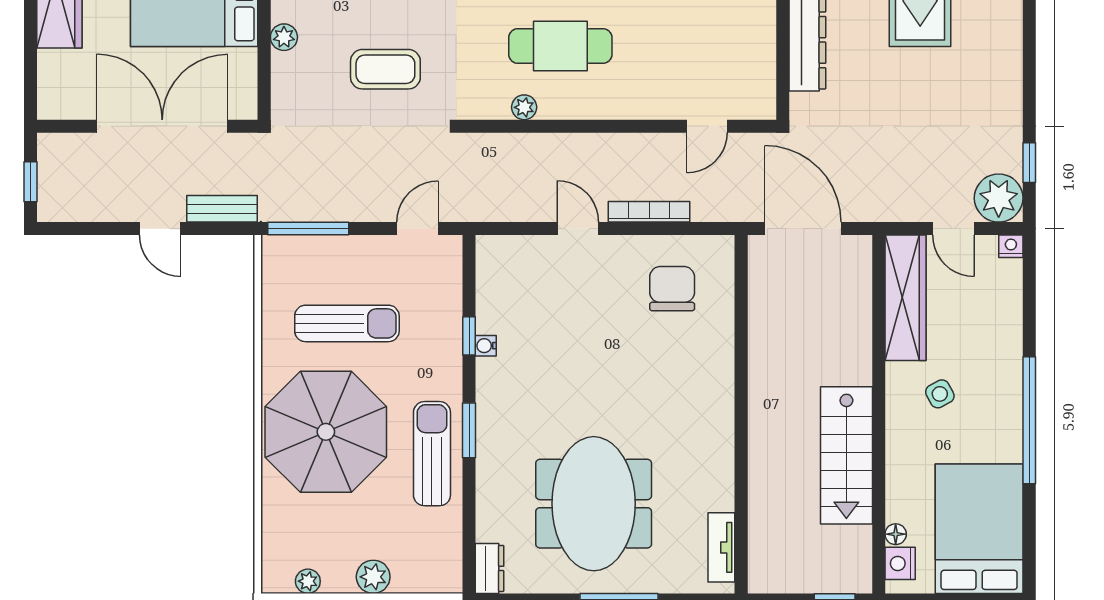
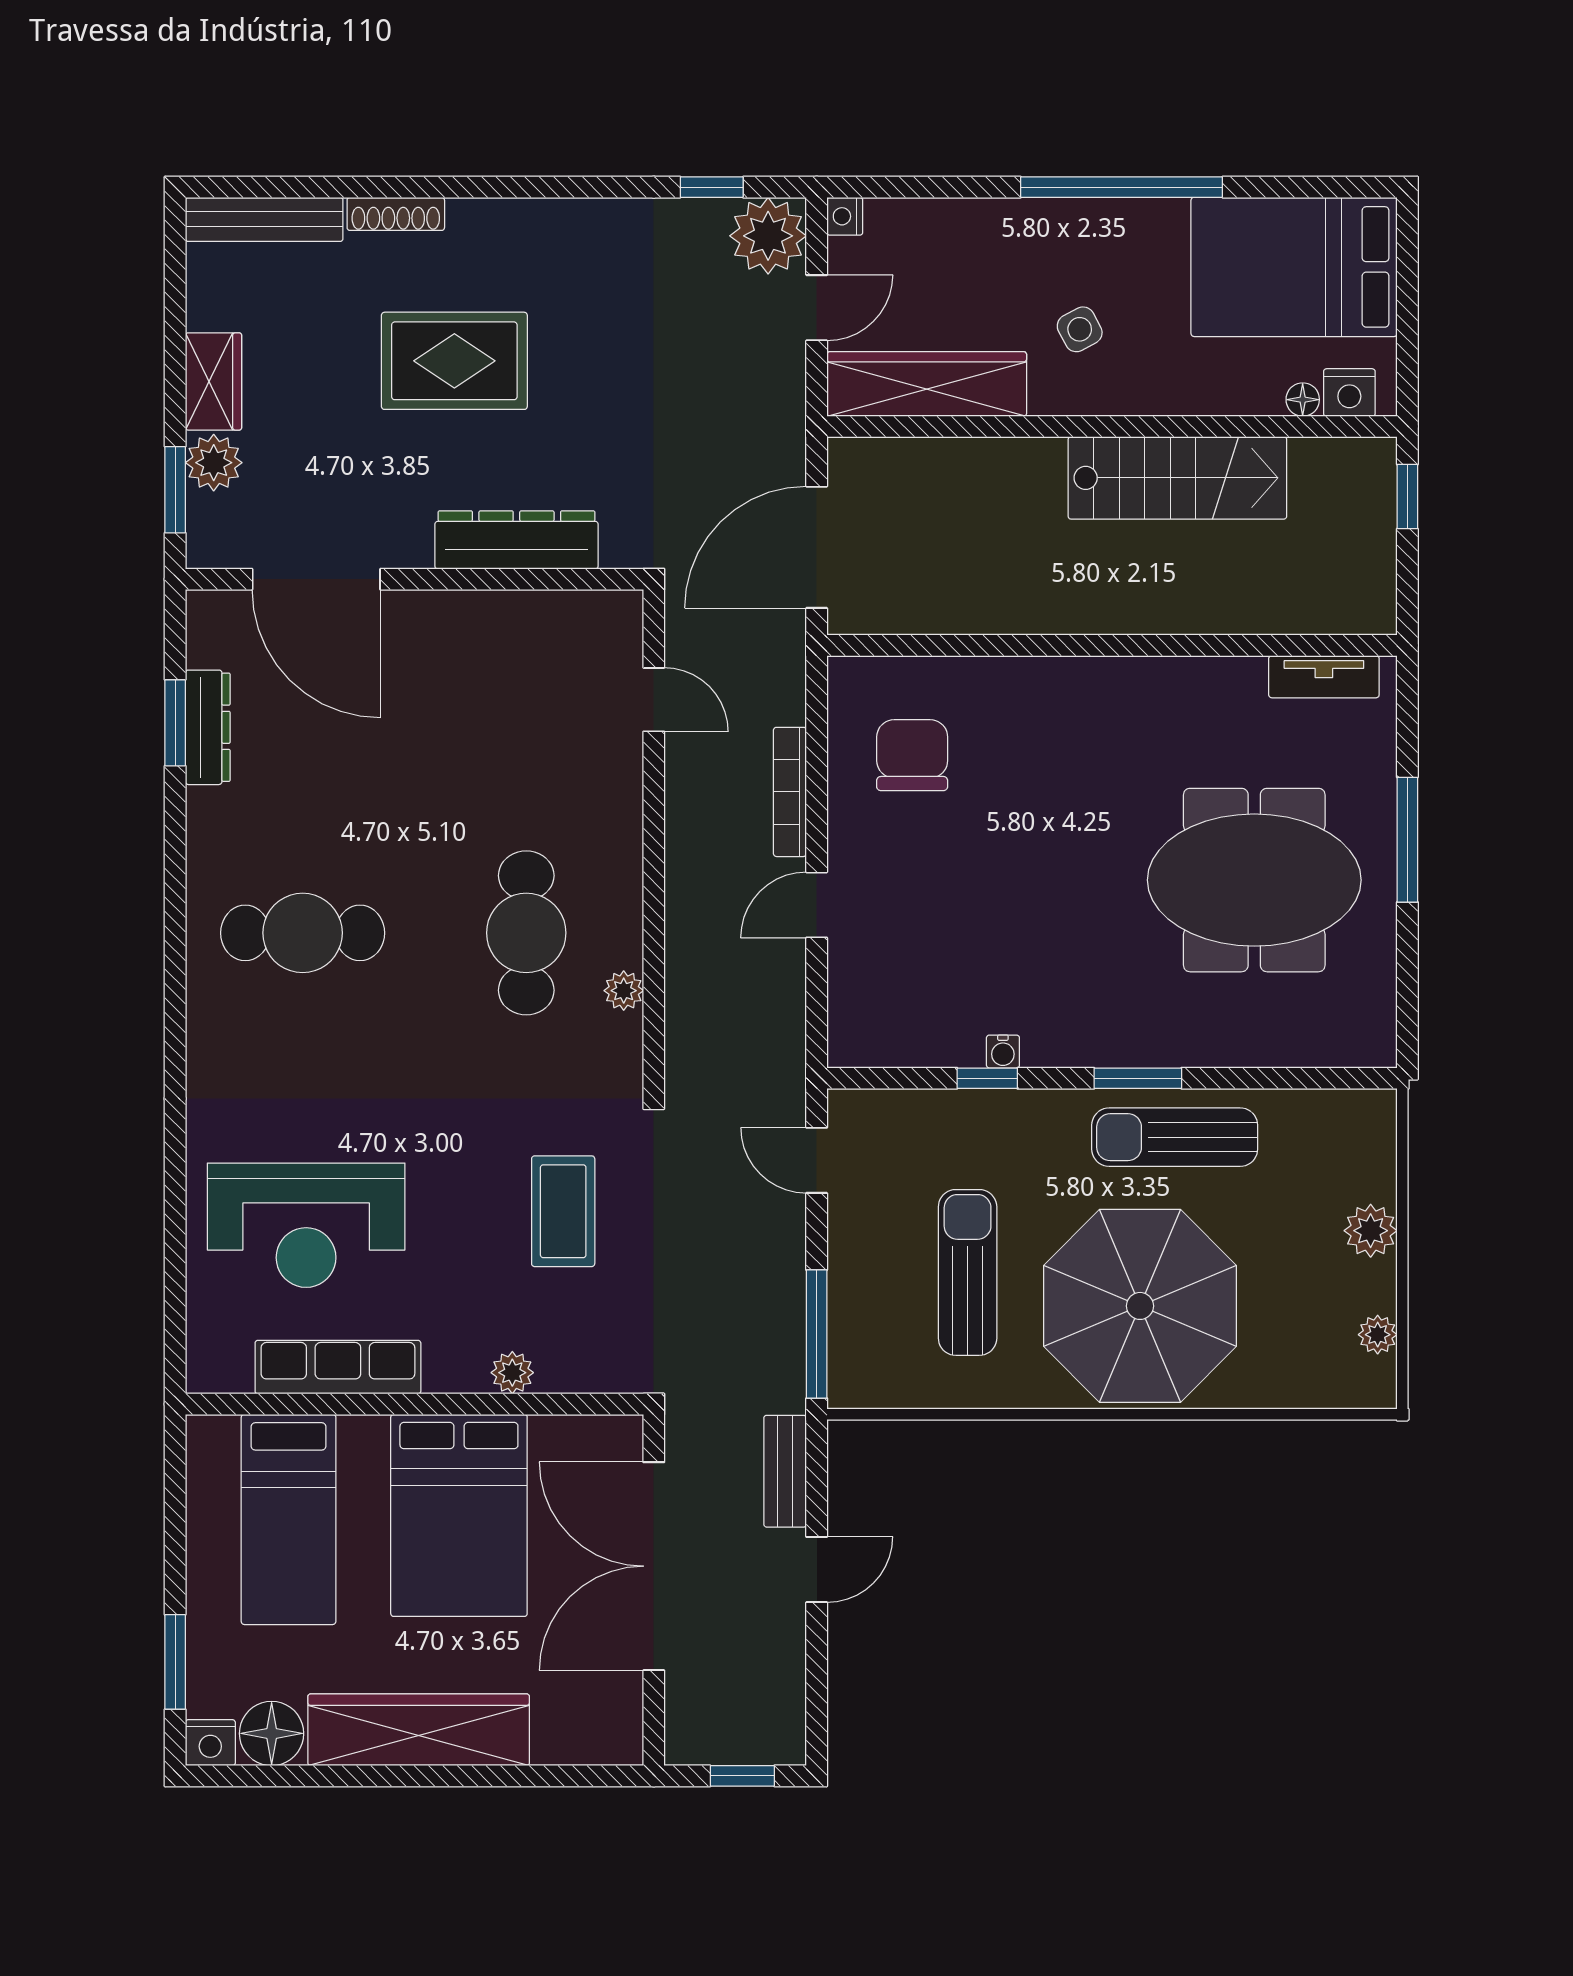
chair: (672, 289) -> (912, 755), turned 90
dresser: (490, 568) -> (1357, 1046), removed

